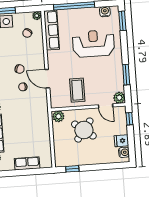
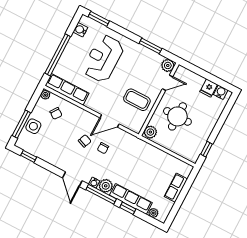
window: (129, 119) -> (193, 68), removed
round table: (84, 130) -> (177, 116), turned -37

